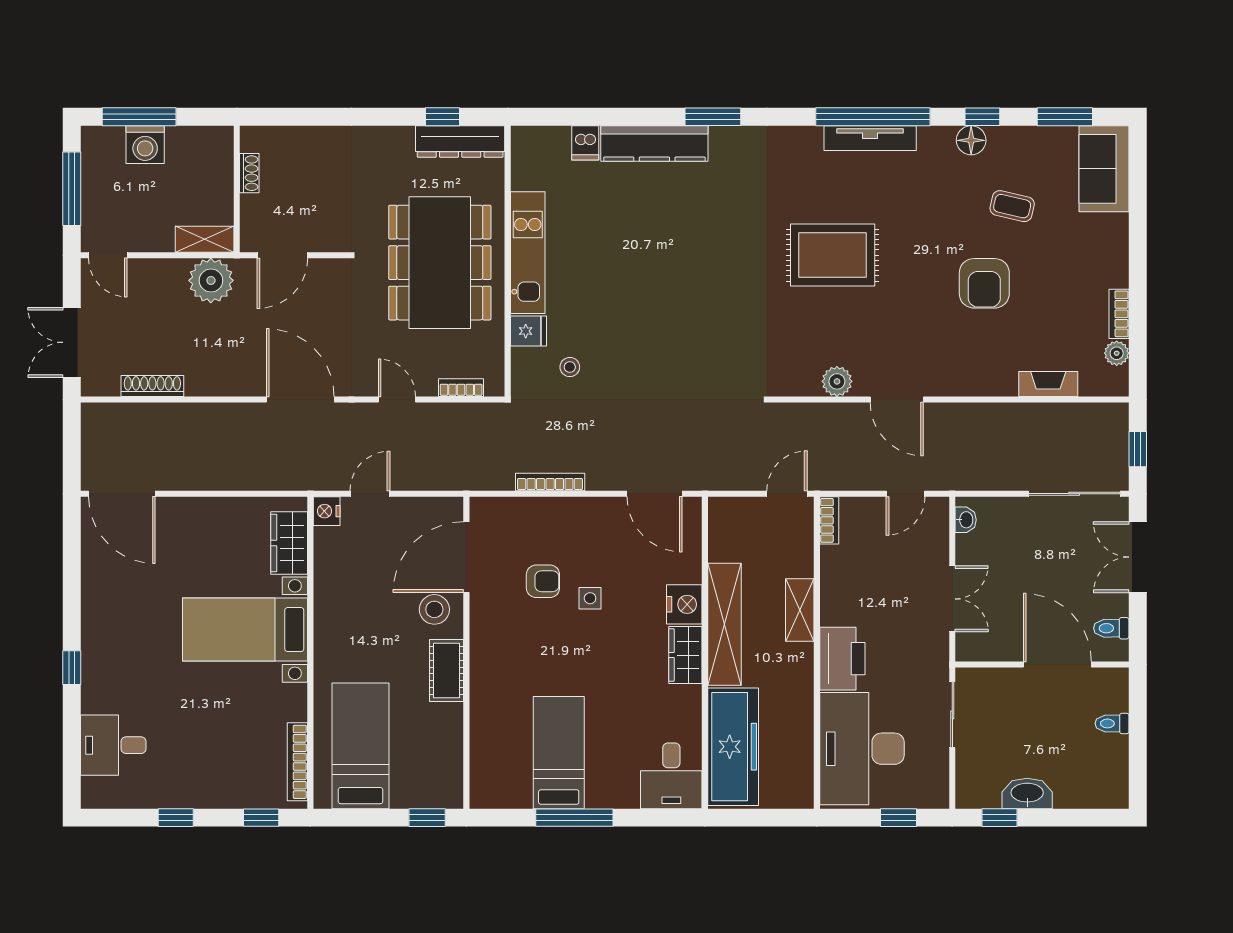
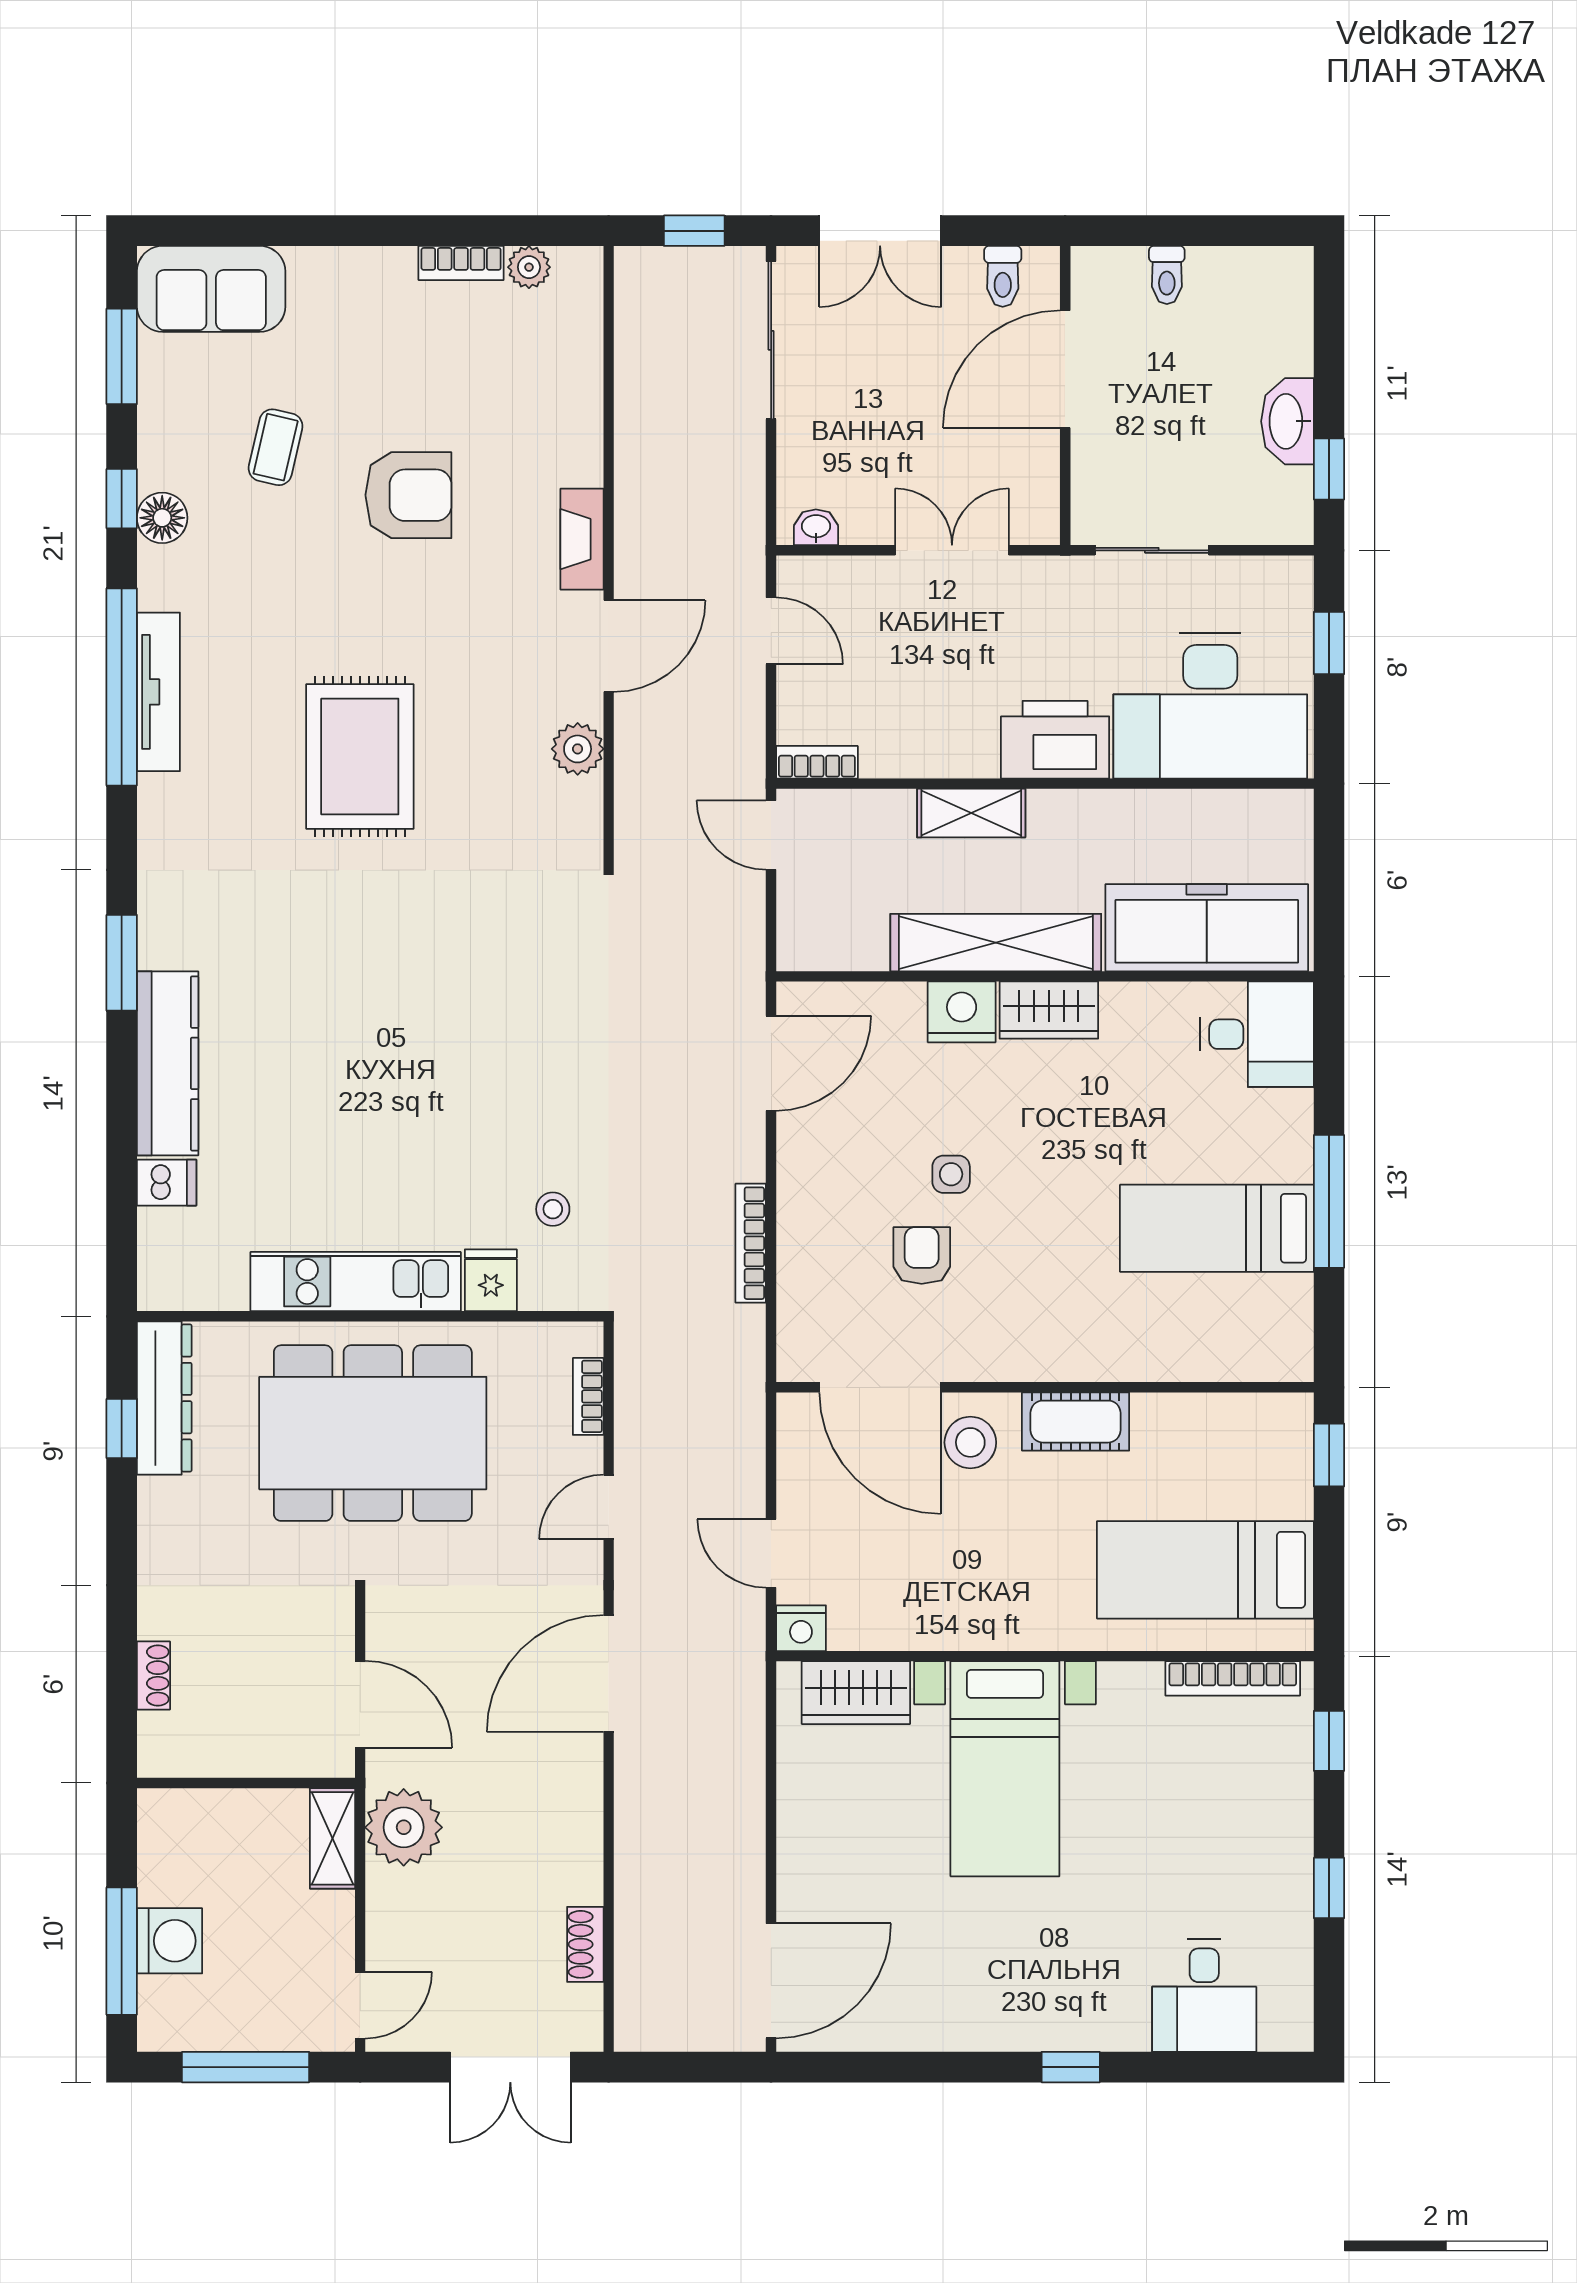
shoe rack: (249, 173) -> (153, 1675), moved, turned 90
fireplace: (1048, 384) -> (582, 539), moved
shoe rack: (152, 386) -> (585, 1944), width x0.70

